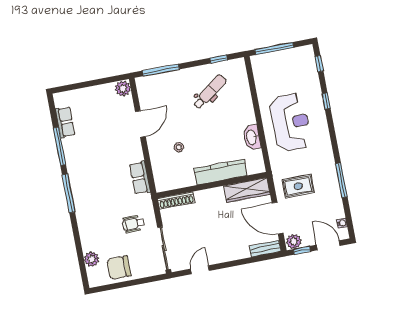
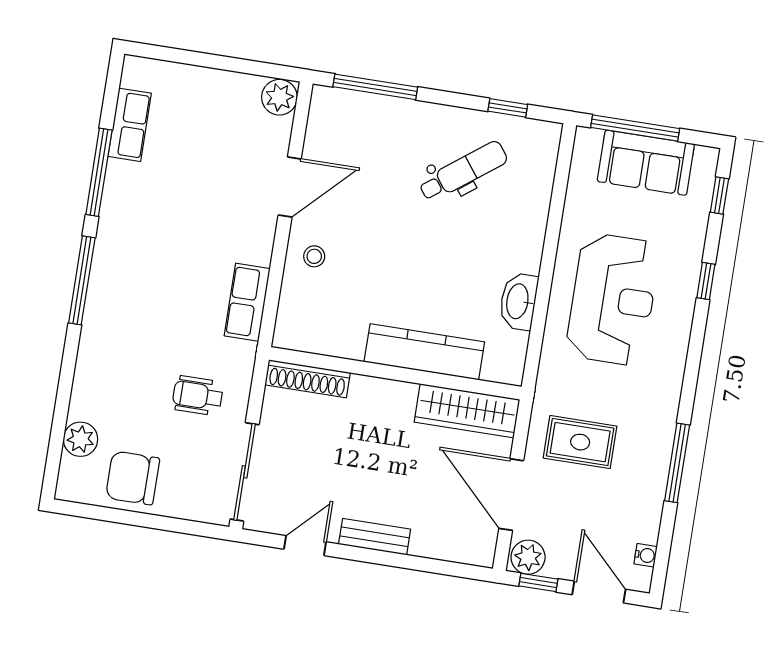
sofa: (284, 61) -> (646, 163), added
stool: (179, 147) -> (314, 256), moved
bench: (265, 249) -> (375, 537), moved

